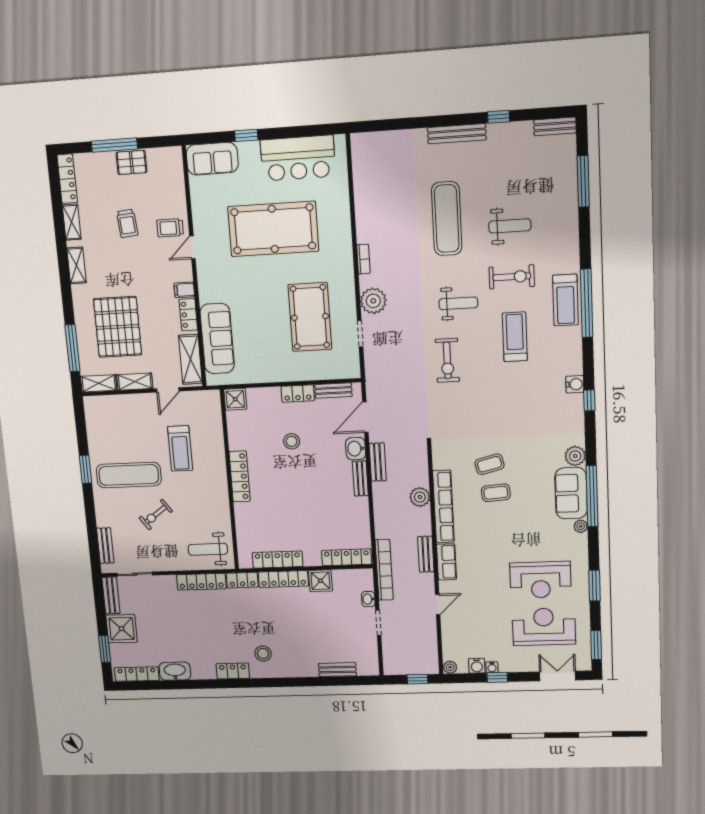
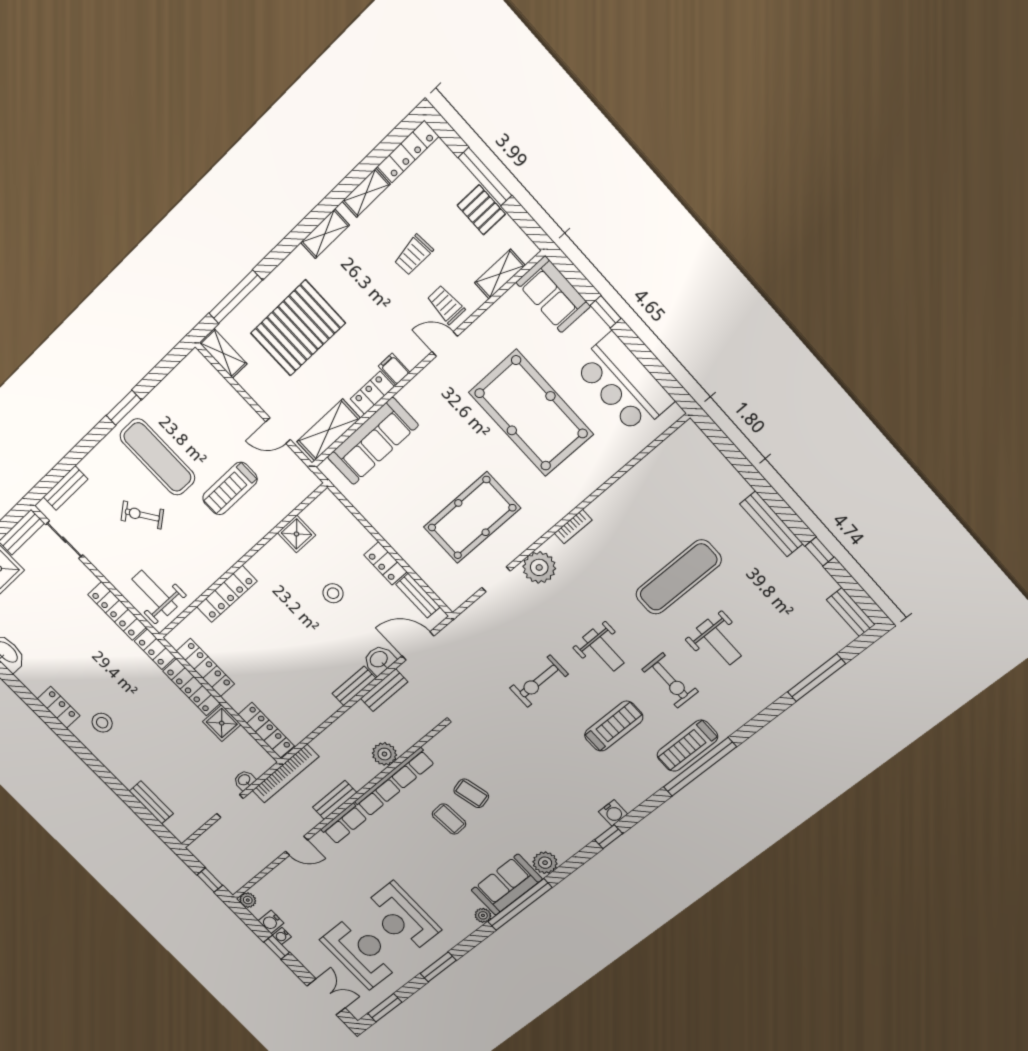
shelving: (135, 382) -> (500, 274), moved, turned 90
shower: (235, 399) -> (296, 534), moved
locker: (240, 476) -> (227, 594), moved

